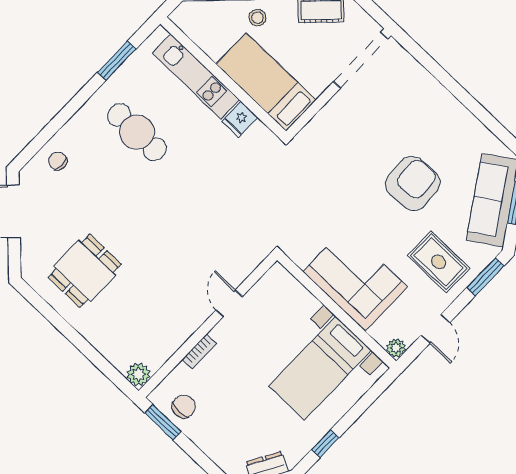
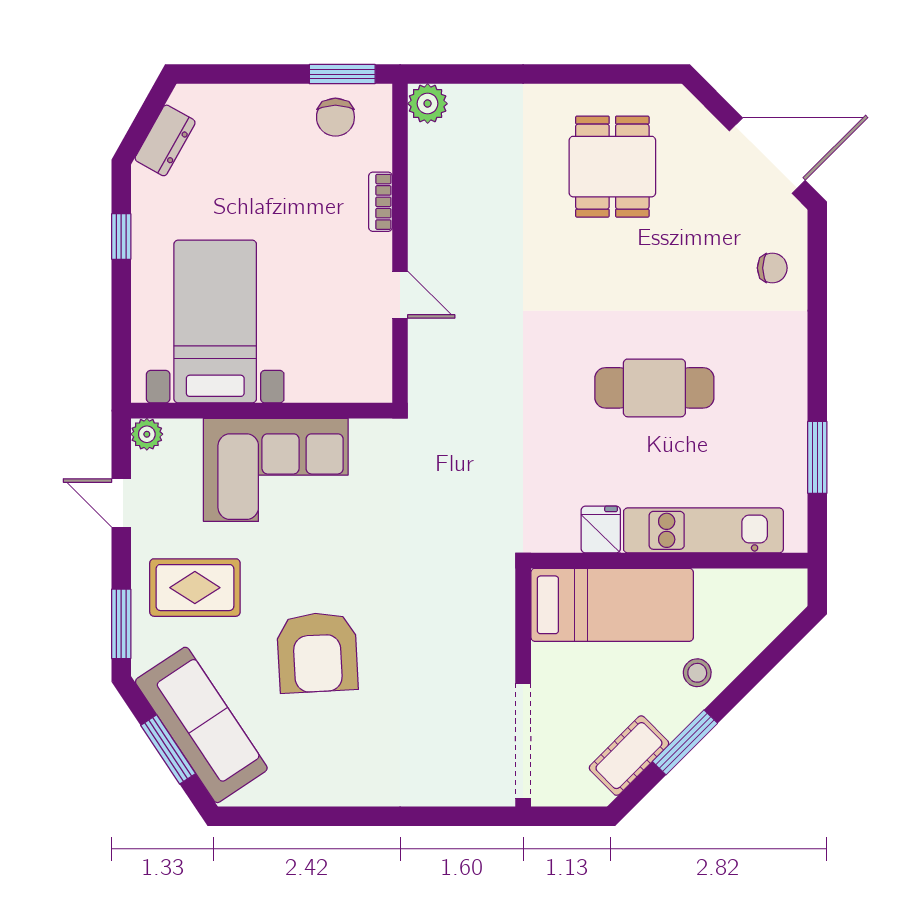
cafe table: (137, 132) -> (654, 388), moved

